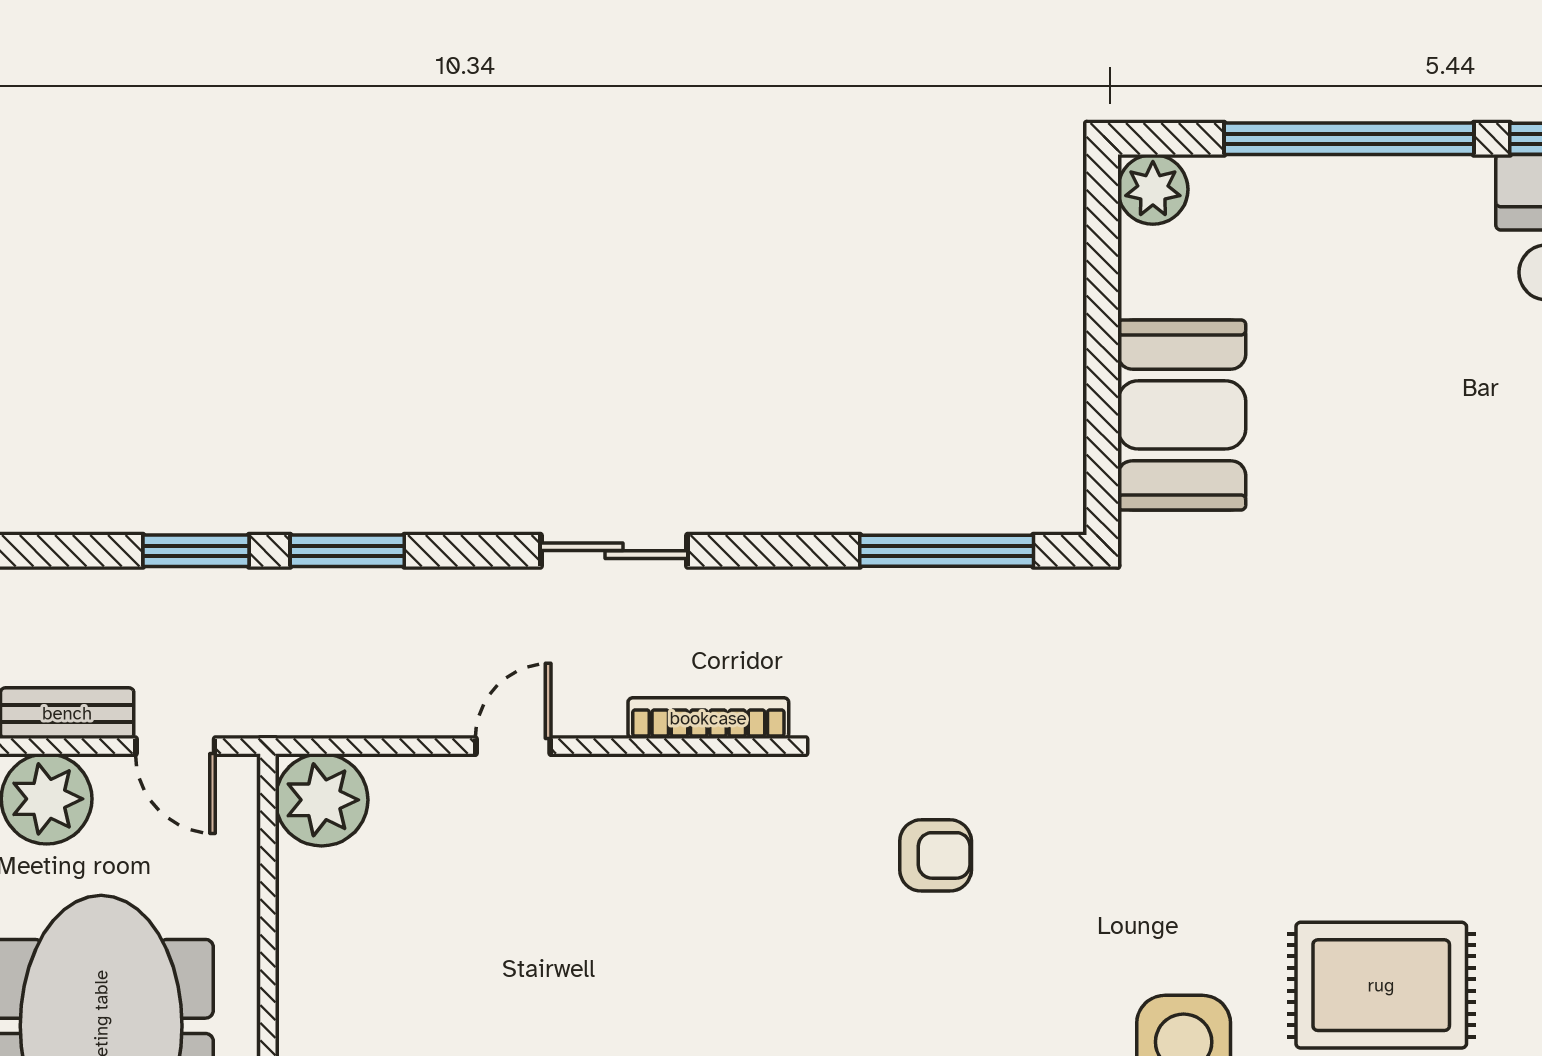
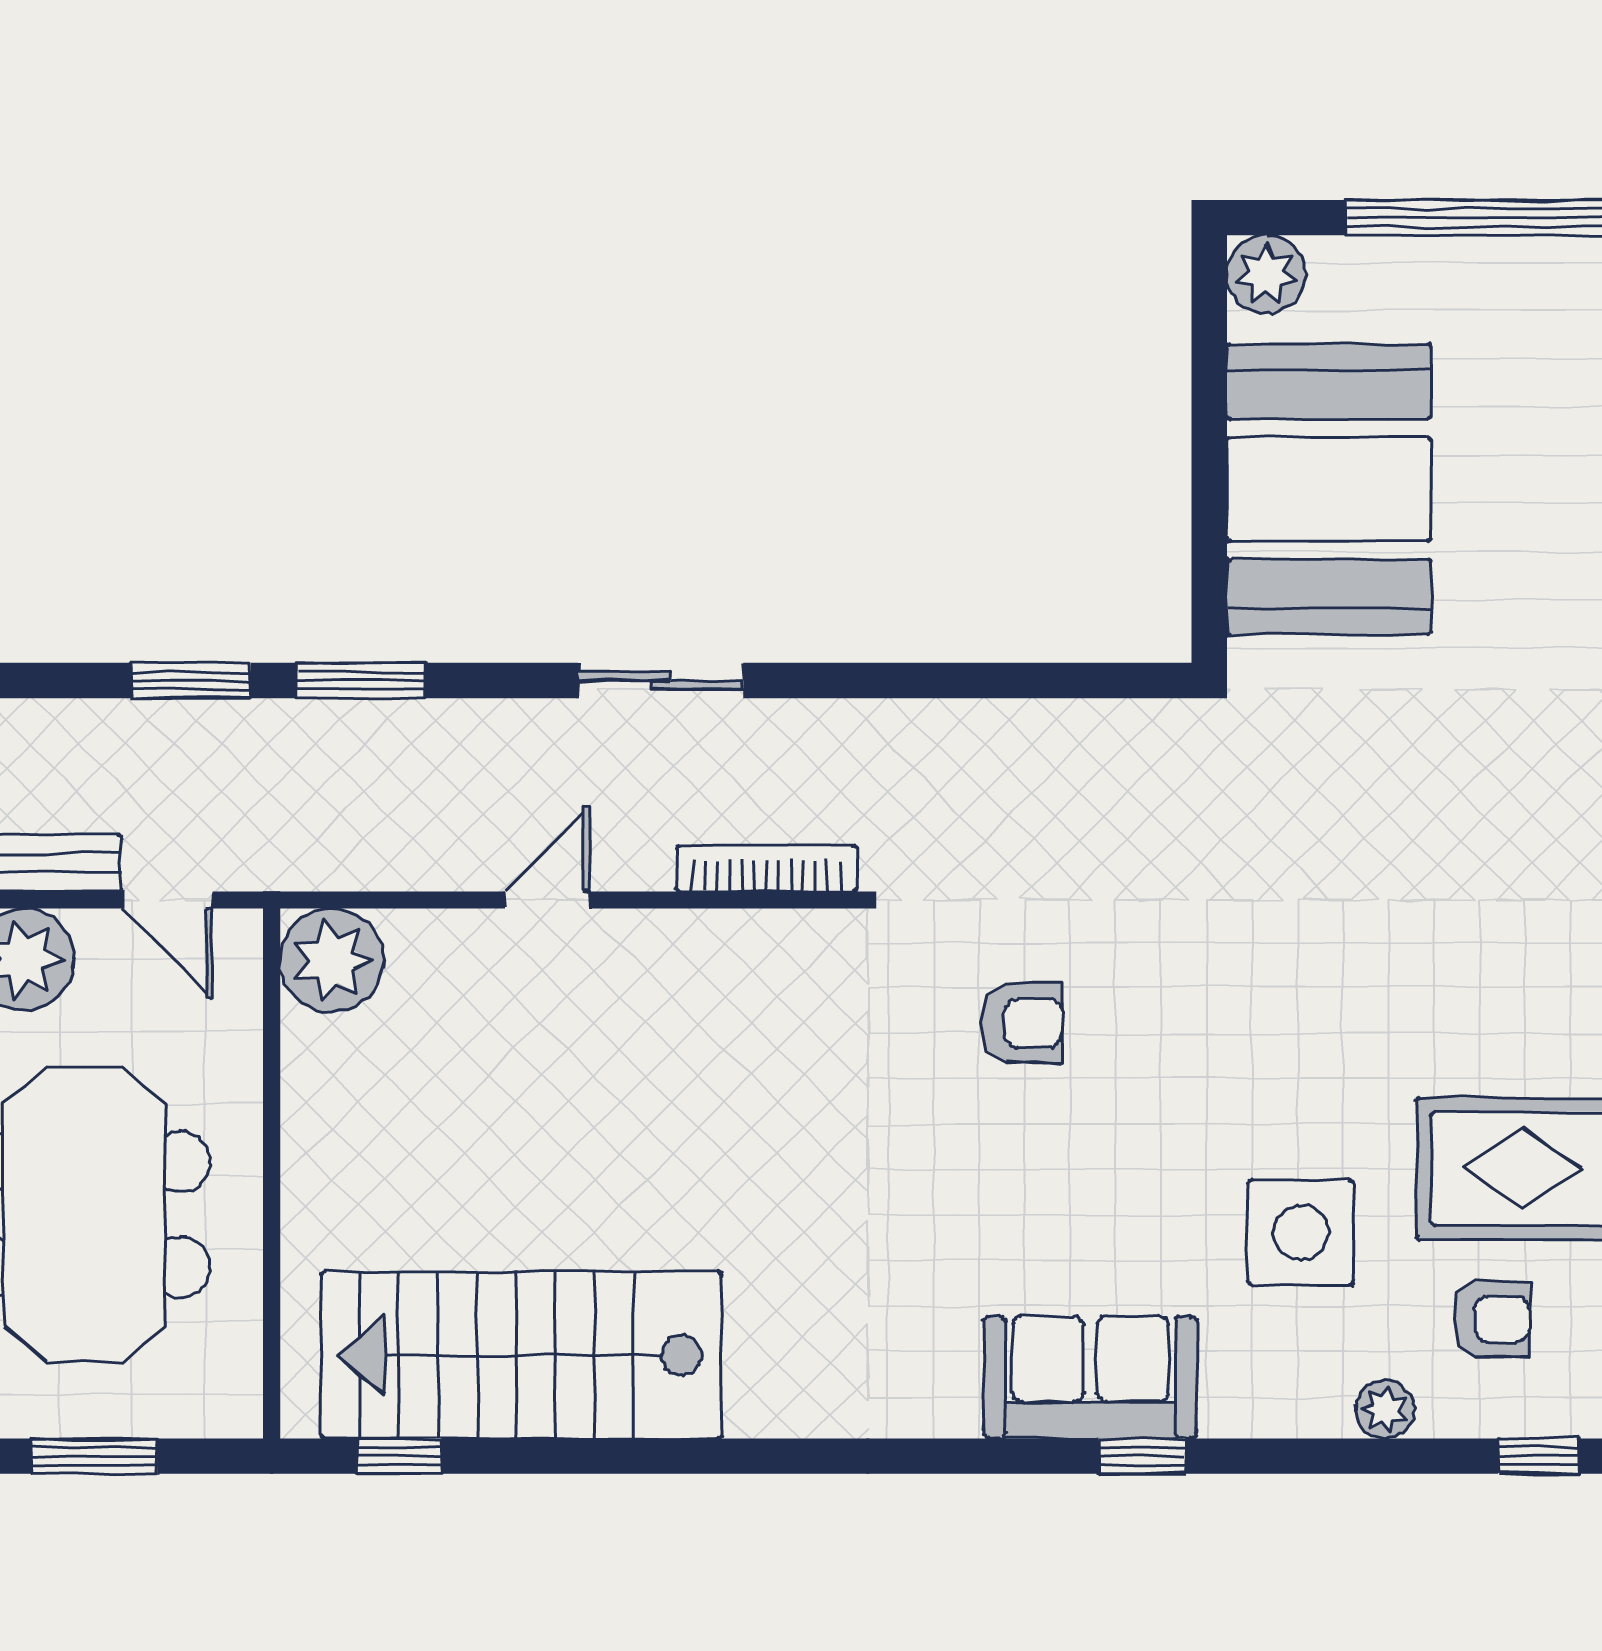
booth: (1182, 415) -> (1329, 489), width x1.36, depth x1.42
window: (947, 551) -> (1034, 681), removed

